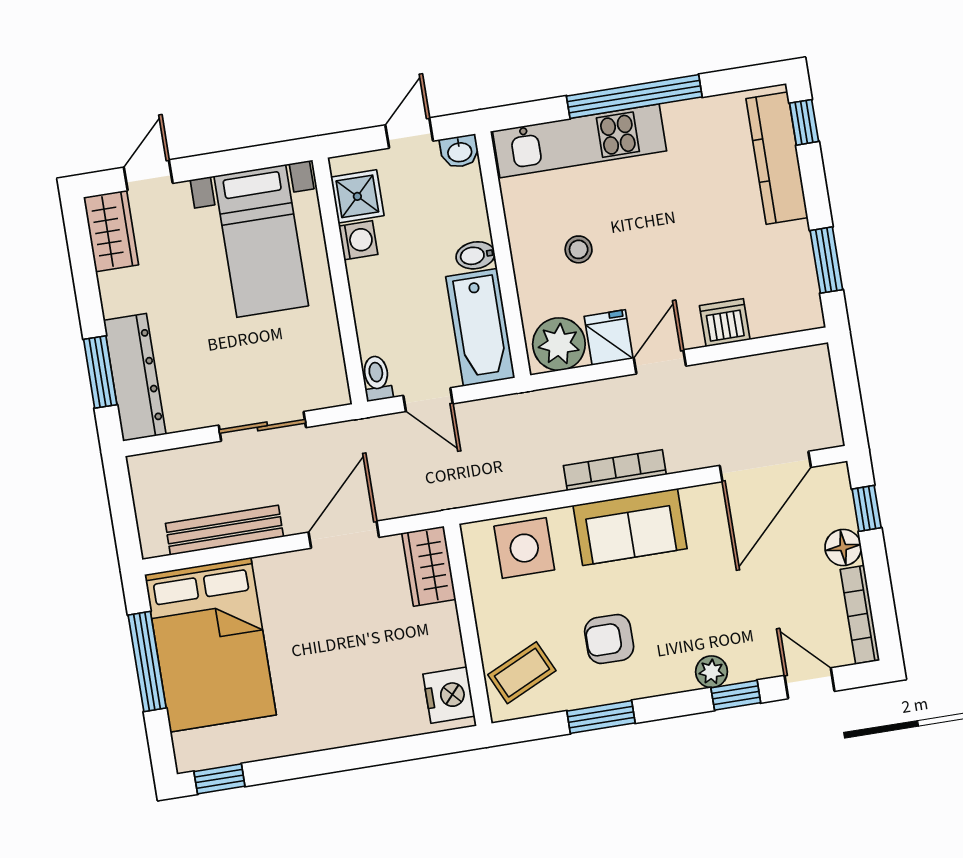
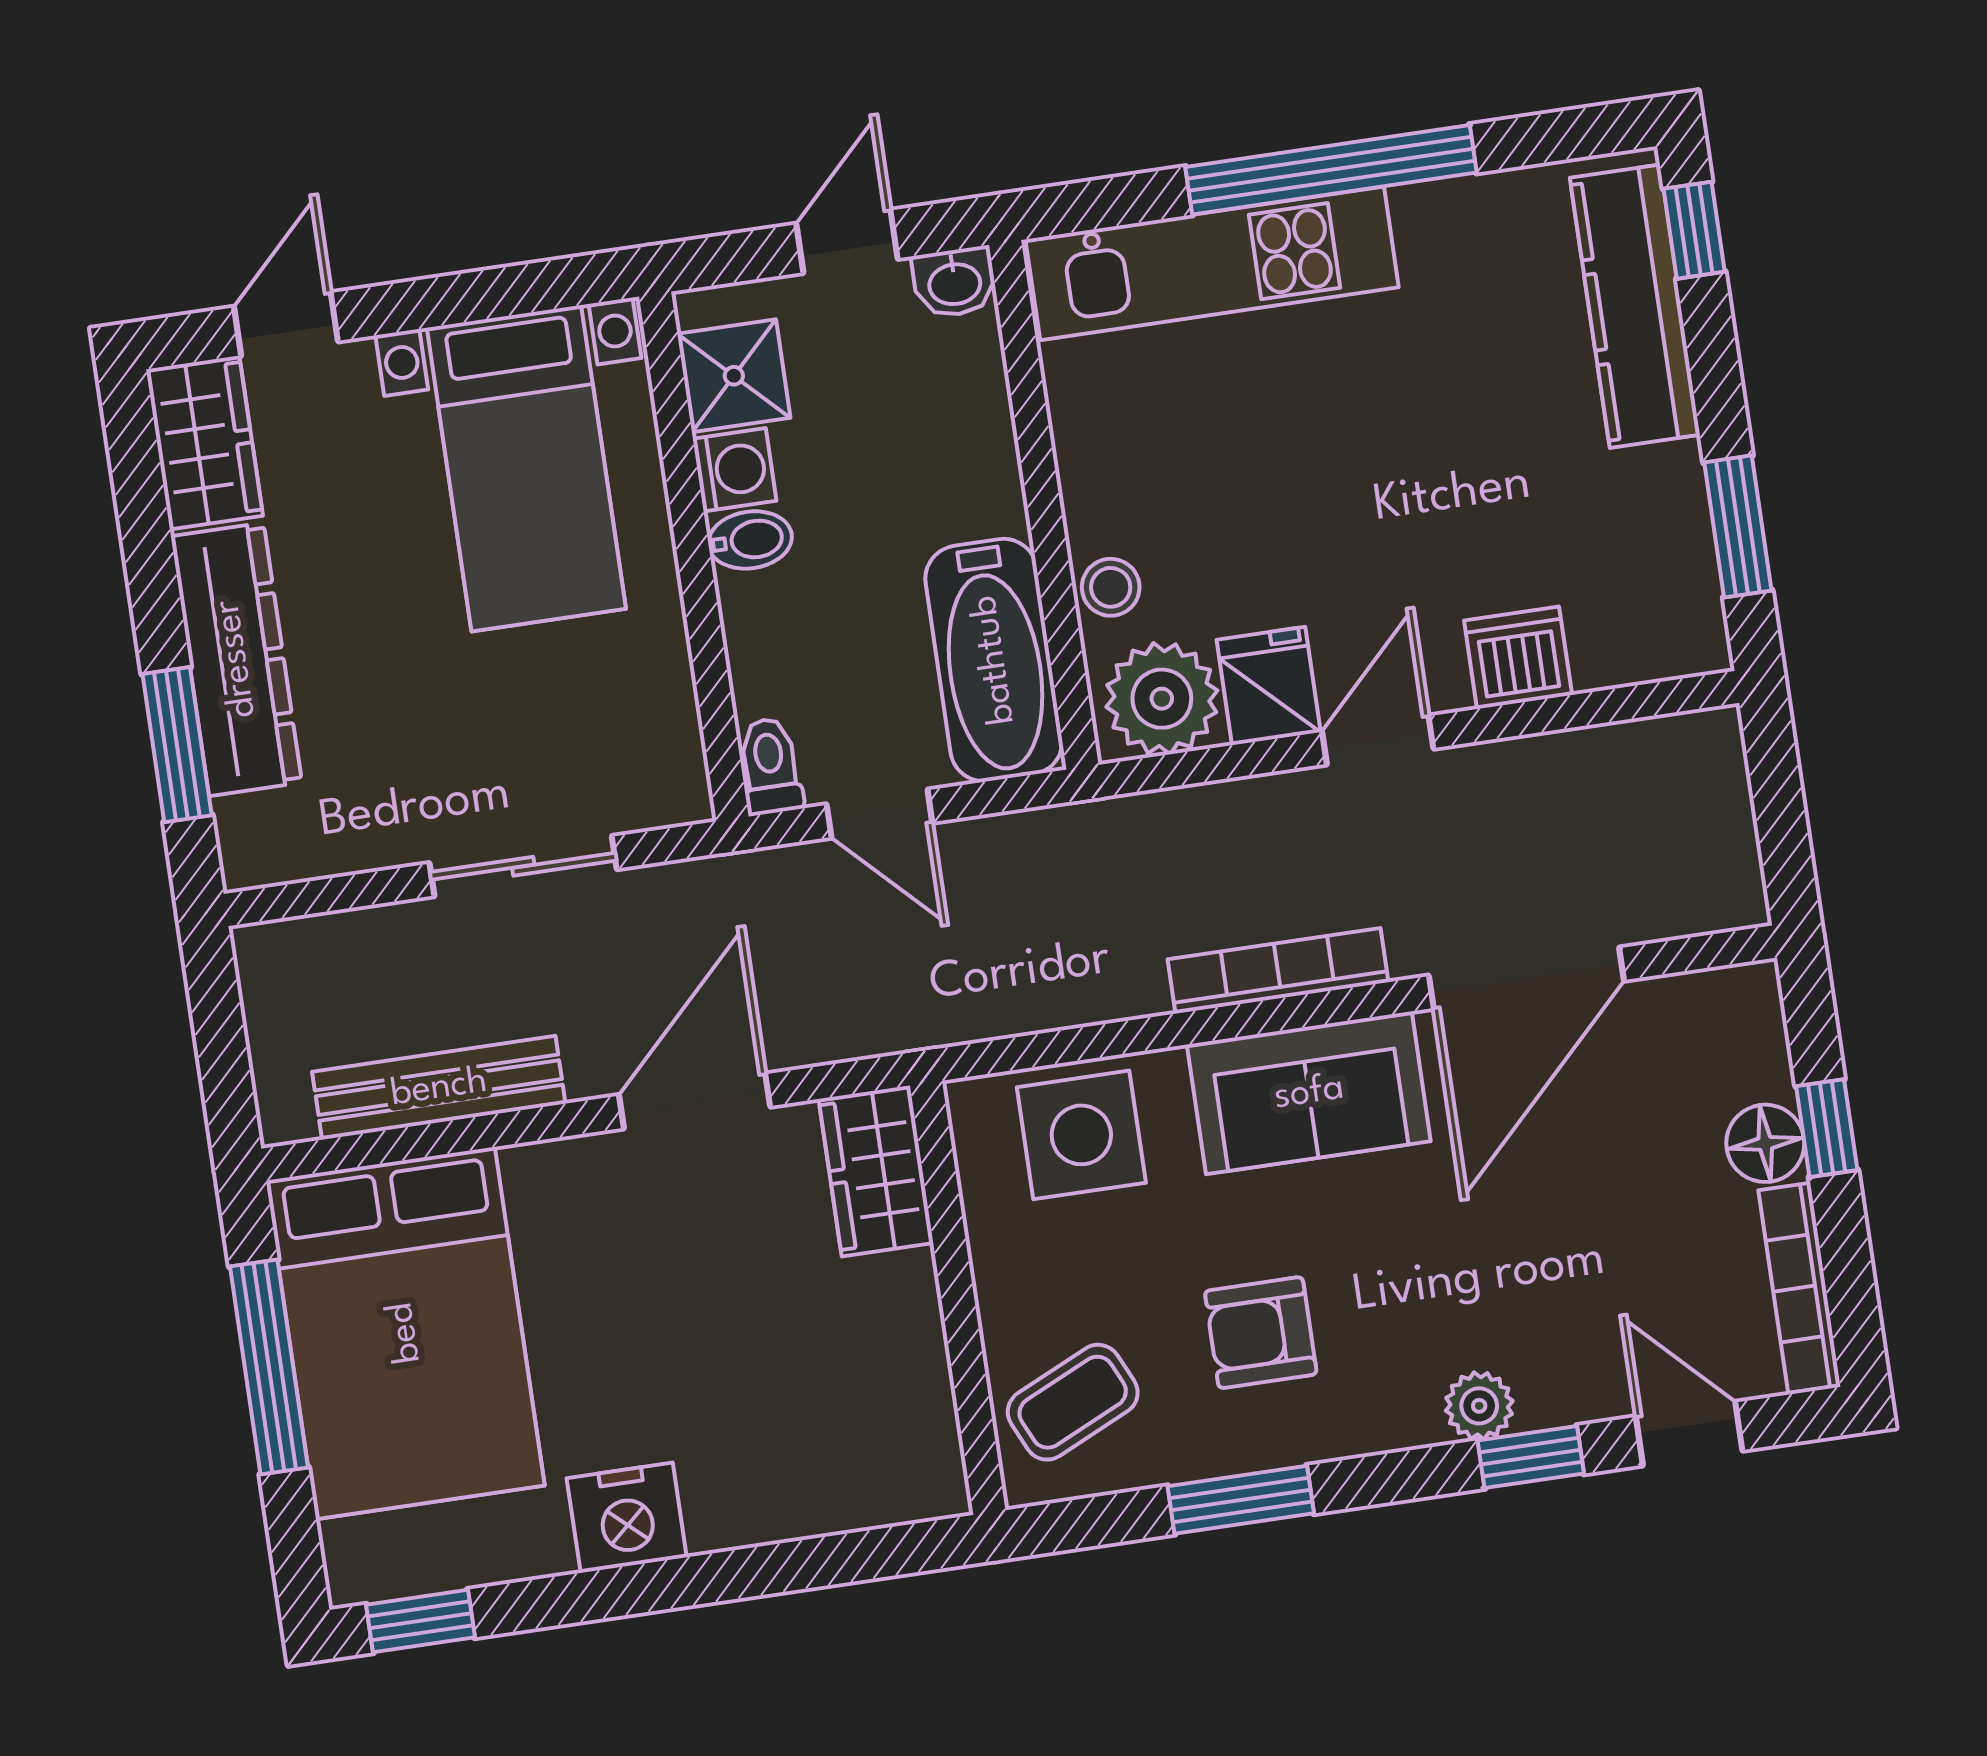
stool: (579, 249) -> (1111, 587), moved
bidet: (475, 255) -> (750, 540), moved, turned 180
dresser: (135, 377) -> (236, 659), moved
door: (765, 466) -> (1526, 978), moved
window: (867, 508) -> (1827, 1128), moved
nightstand: (449, 695) -> (627, 1518), moved, turned 90

